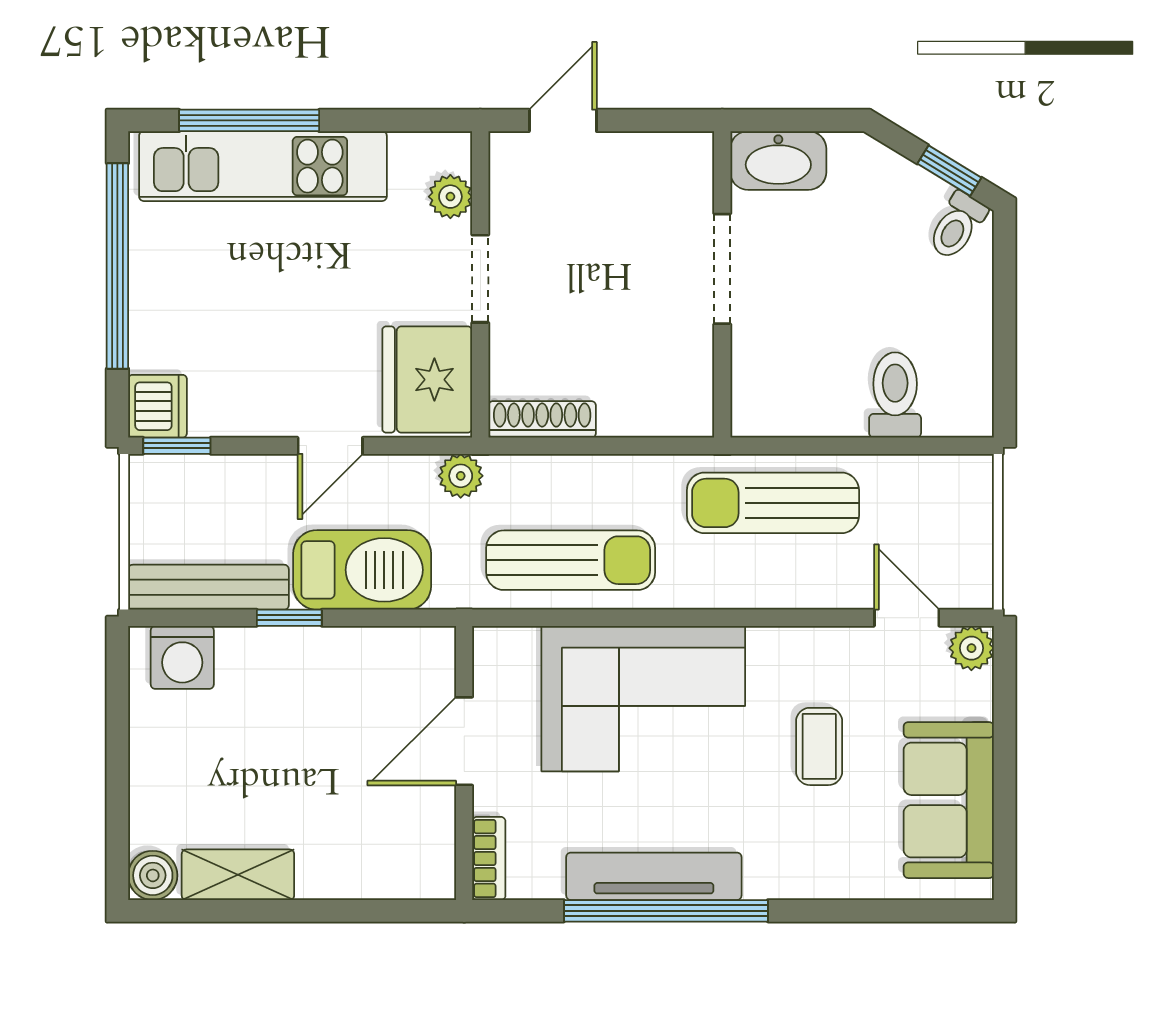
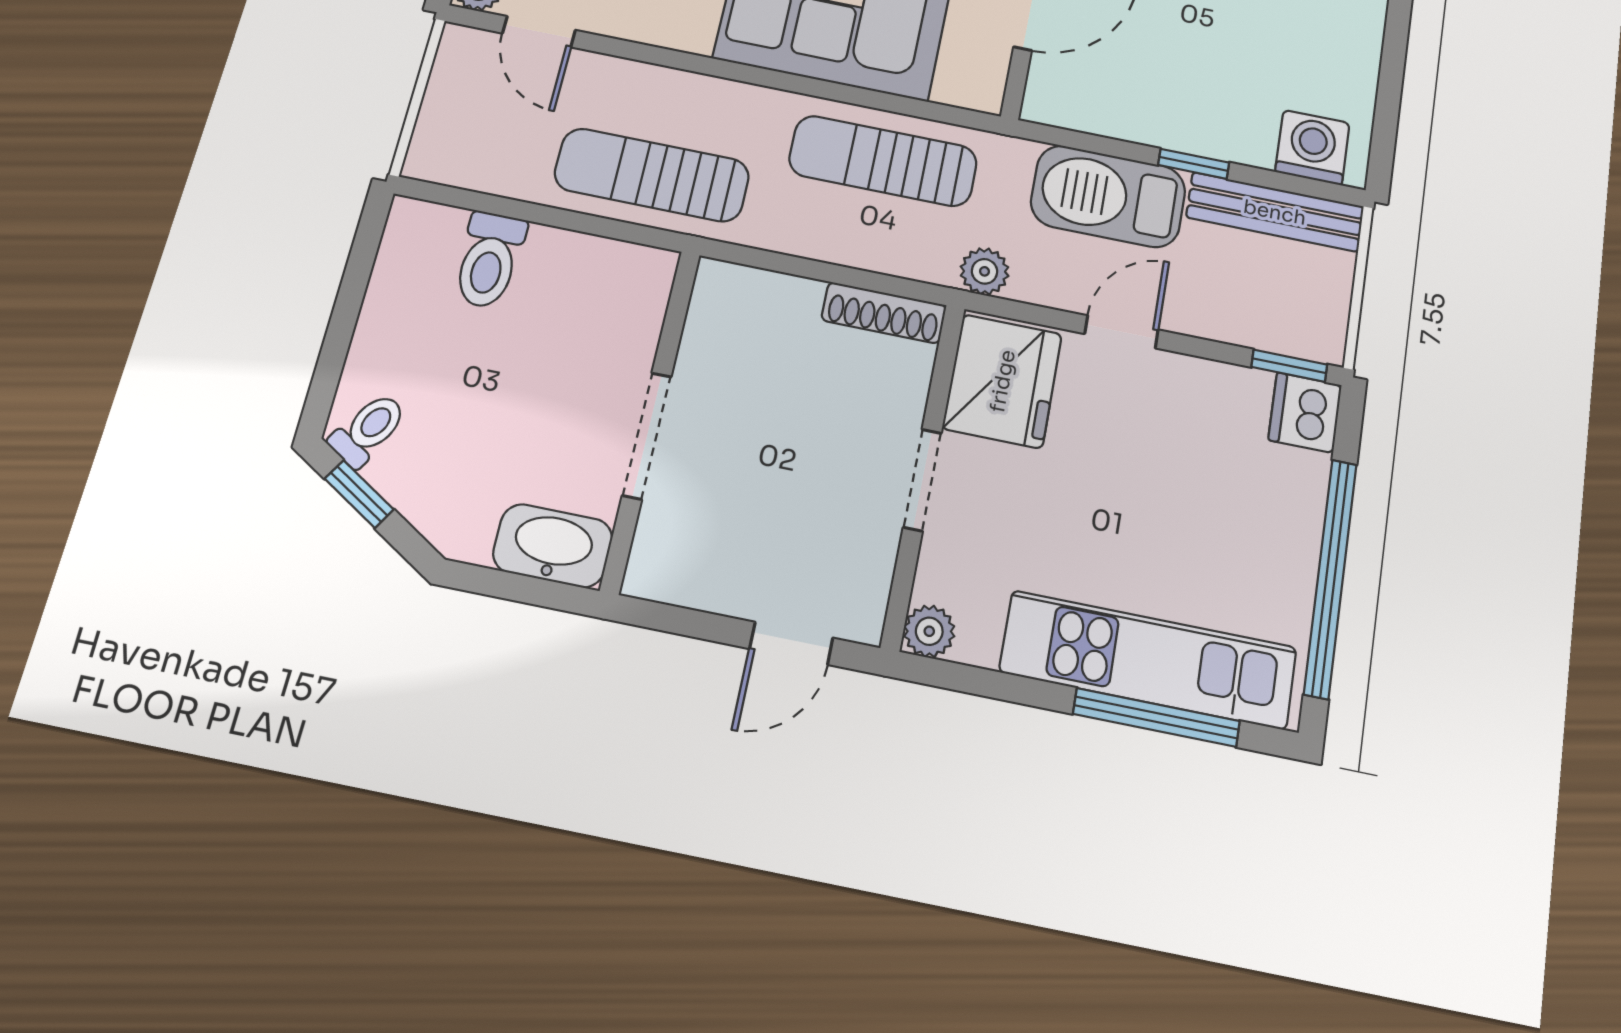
plant: (450, 197) -> (929, 631), moved
sun lounger: (773, 503) -> (652, 175), turned 180

